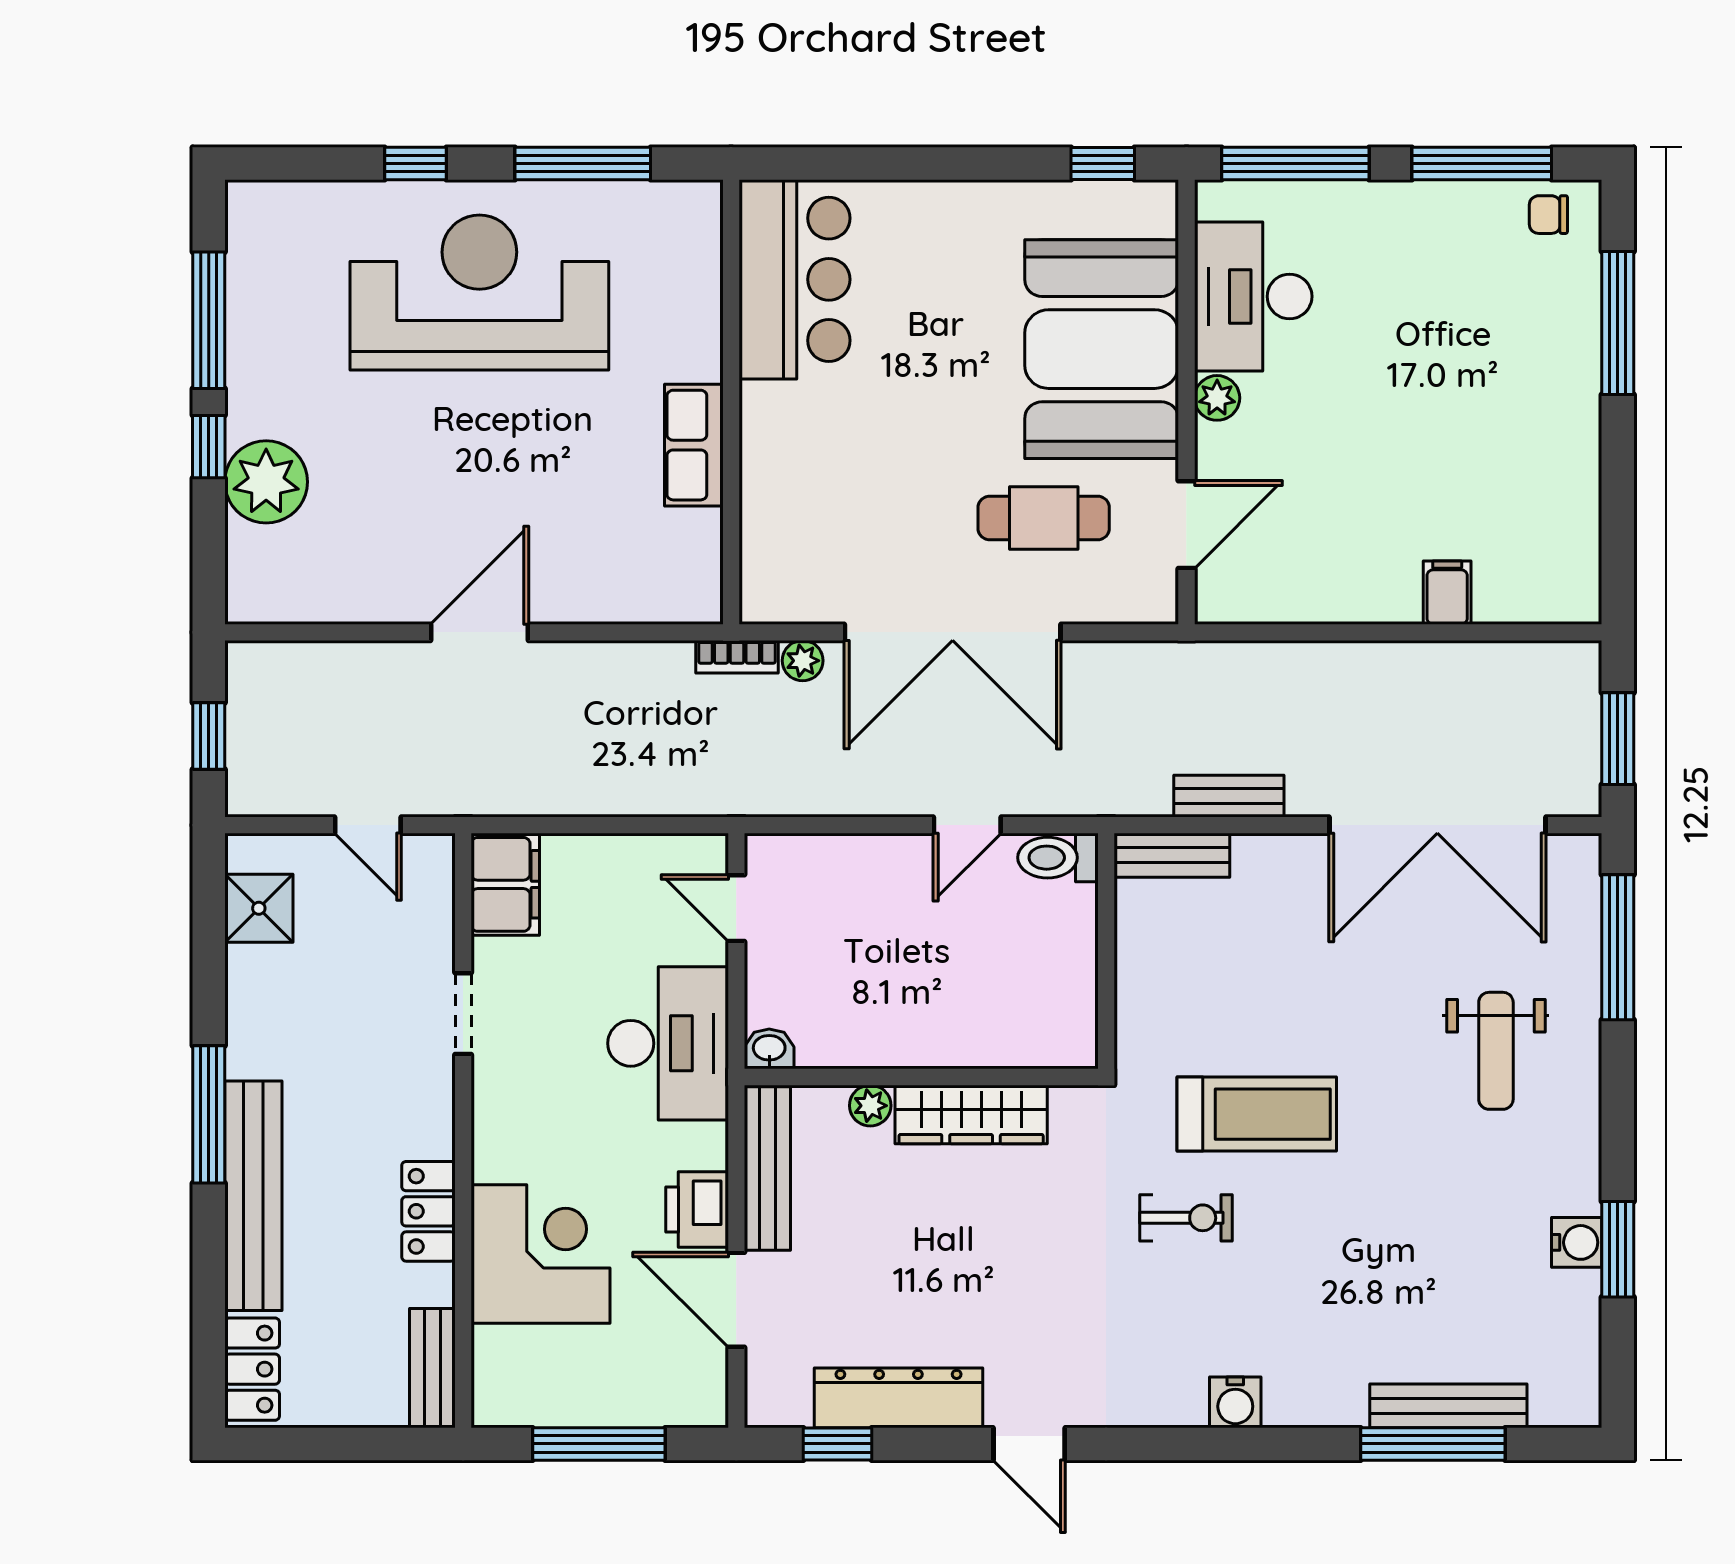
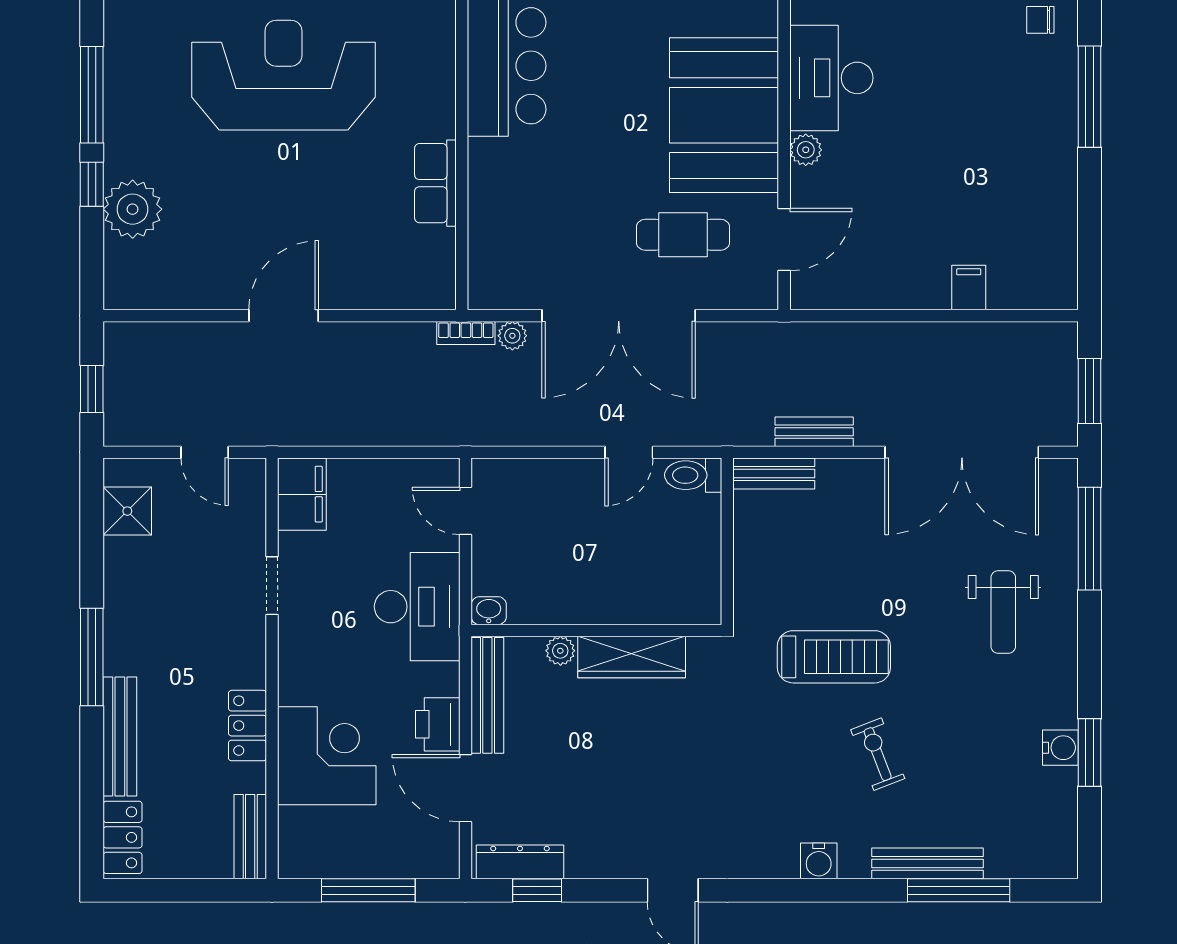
bench: (253, 1196) -> (120, 736), width x0.73, depth x0.82
exercise bike: (1186, 1218) -> (878, 754), moved, turned -111
dresser: (899, 1398) -> (520, 862), moved, width x0.73, depth x0.80
bench: (1448, 1406) -> (927, 863), moved

